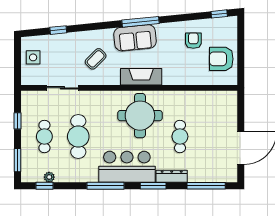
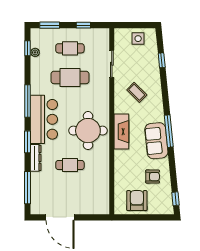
sofa: (135, 38) -> (156, 141), moved

